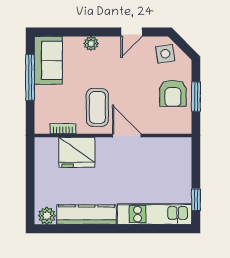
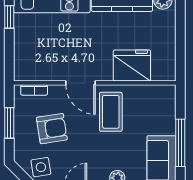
armchair: (173, 93) -> (52, 129), moved, turned 81
bookcase: (63, 129) -> (34, 90), moved

